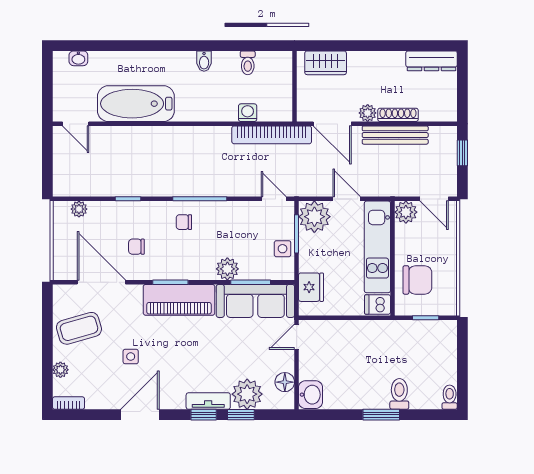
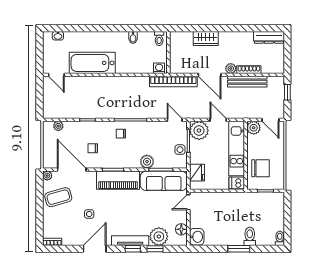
wall: (294, 86) -> (168, 52), moved
plant: (60, 370) -> (47, 176), moved
tv unit: (208, 401) -> (130, 241), width x1.41

